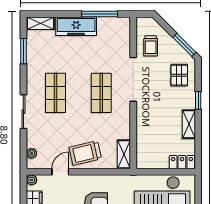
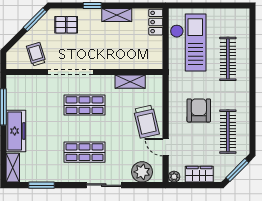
trolley: (151, 46) -> (36, 54), turned -107
plant: (32, 153) -> (142, 172), width x1.88, depth x1.88
shelving: (124, 154) -> (130, 82), moved

